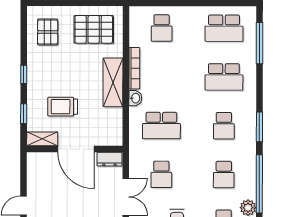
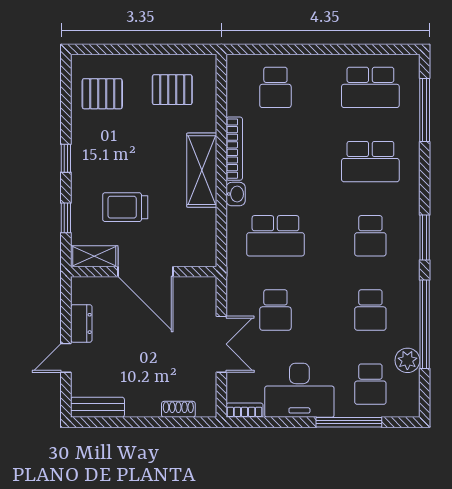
pallet: (94, 29) -> (172, 90), width x0.67, depth x0.71
pallet: (48, 32) -> (102, 94), turned 90
dresser: (109, 159) -> (81, 323), moved, turned -90

